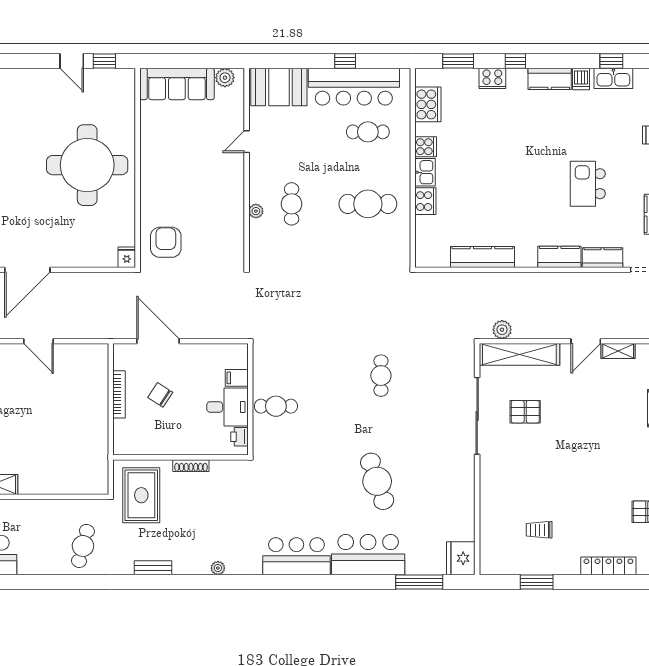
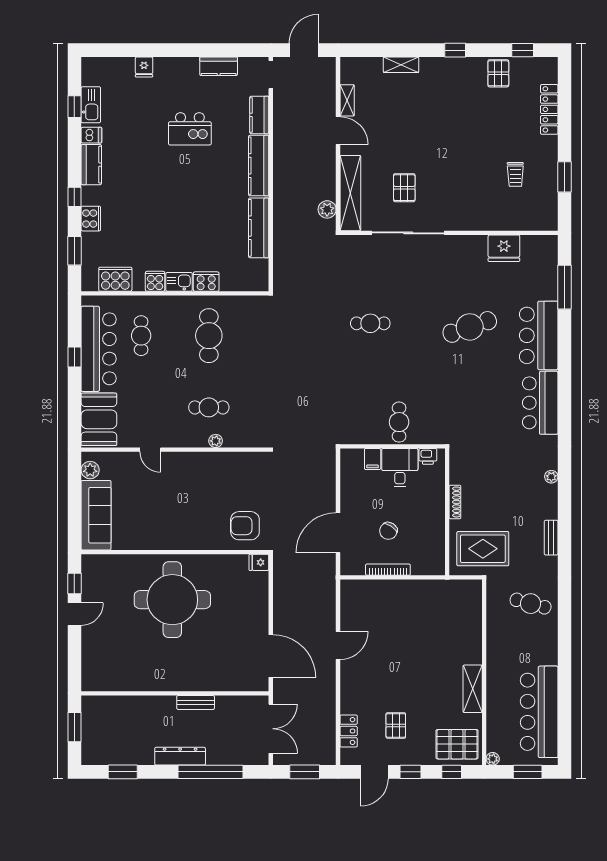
kitchen counter: (559, 257) -> (259, 166), width x1.50
fridge: (461, 558) -> (504, 248), moved

